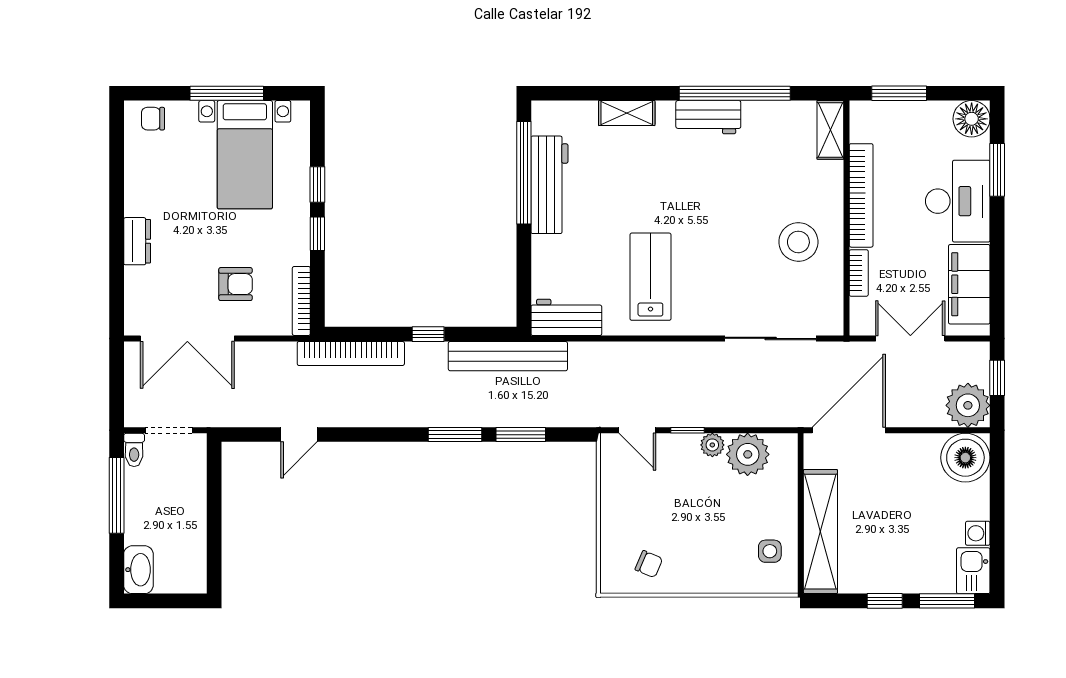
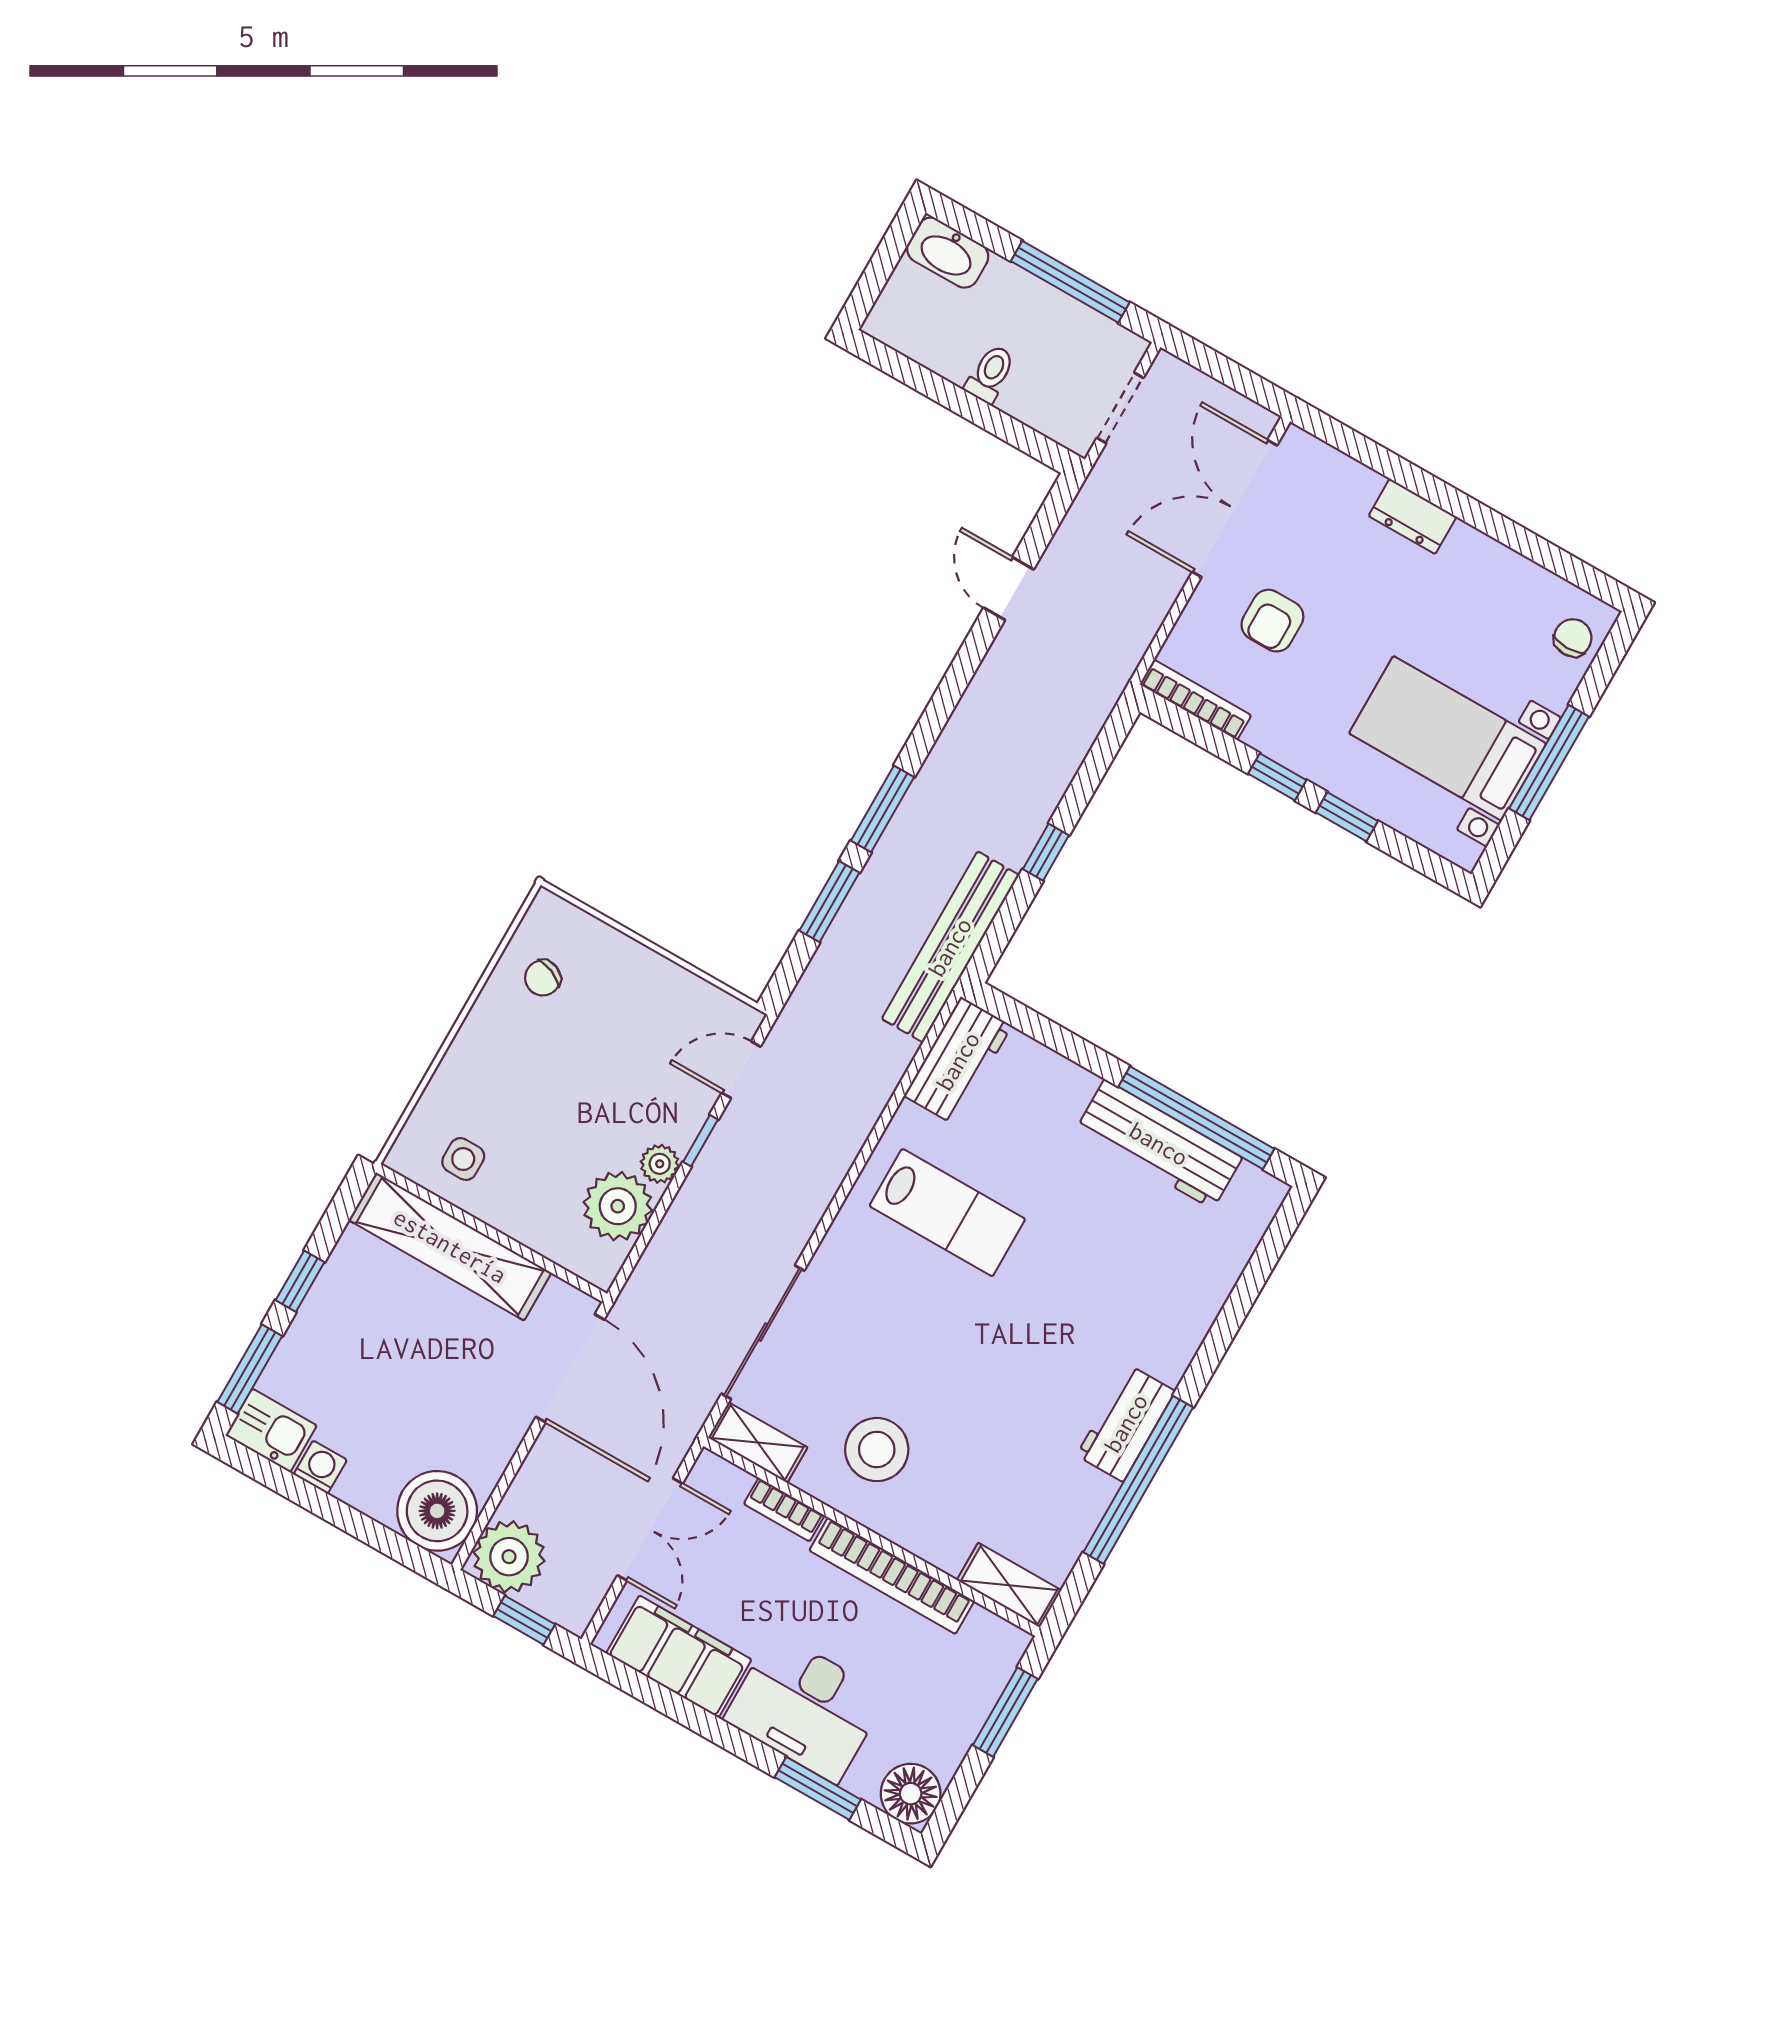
shelving: (627, 113) -> (758, 1443), moved, turned 90
bookcase: (351, 353) -> (1081, 727), removed
toilet: (134, 450) -> (990, 374), moved, turned 90

